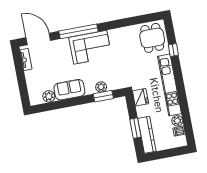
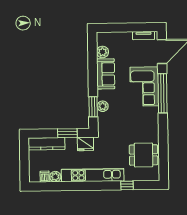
dining table: (152, 38) -> (143, 155), moved
corner sofa: (90, 47) -> (144, 86), moved
window: (135, 128) -> (67, 133), moved

